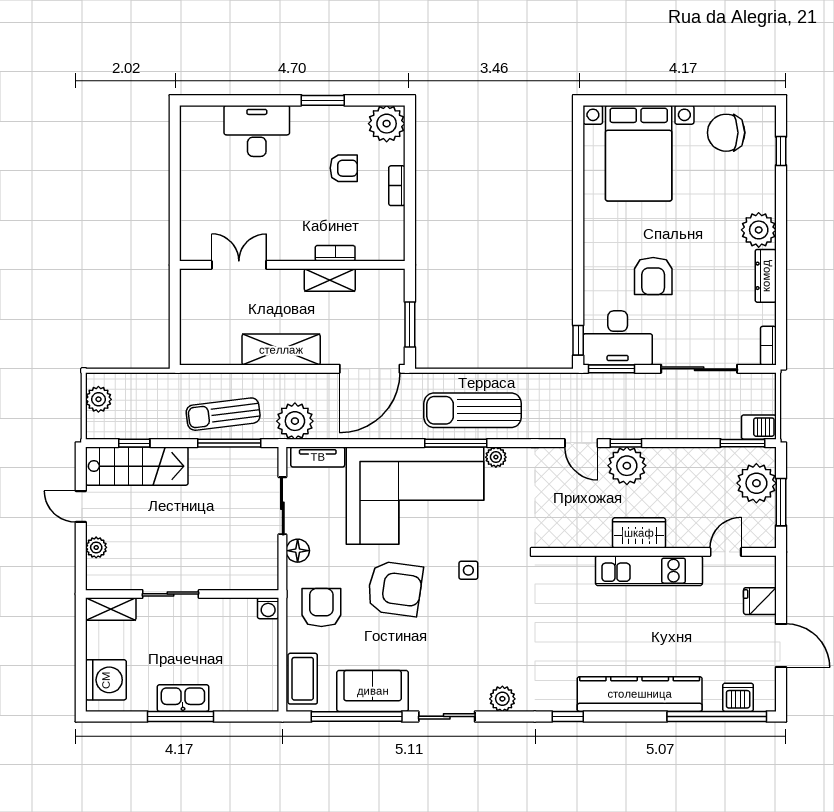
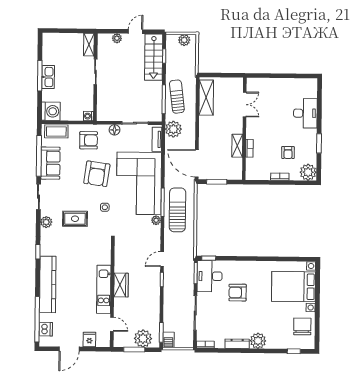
shelving: (281, 350) -> (206, 98), moved
plant: (627, 466) -> (152, 280), removed
rug: (494, 636) -> (75, 219), added
washing machine: (106, 680) -> (51, 111), moved, turned -90

